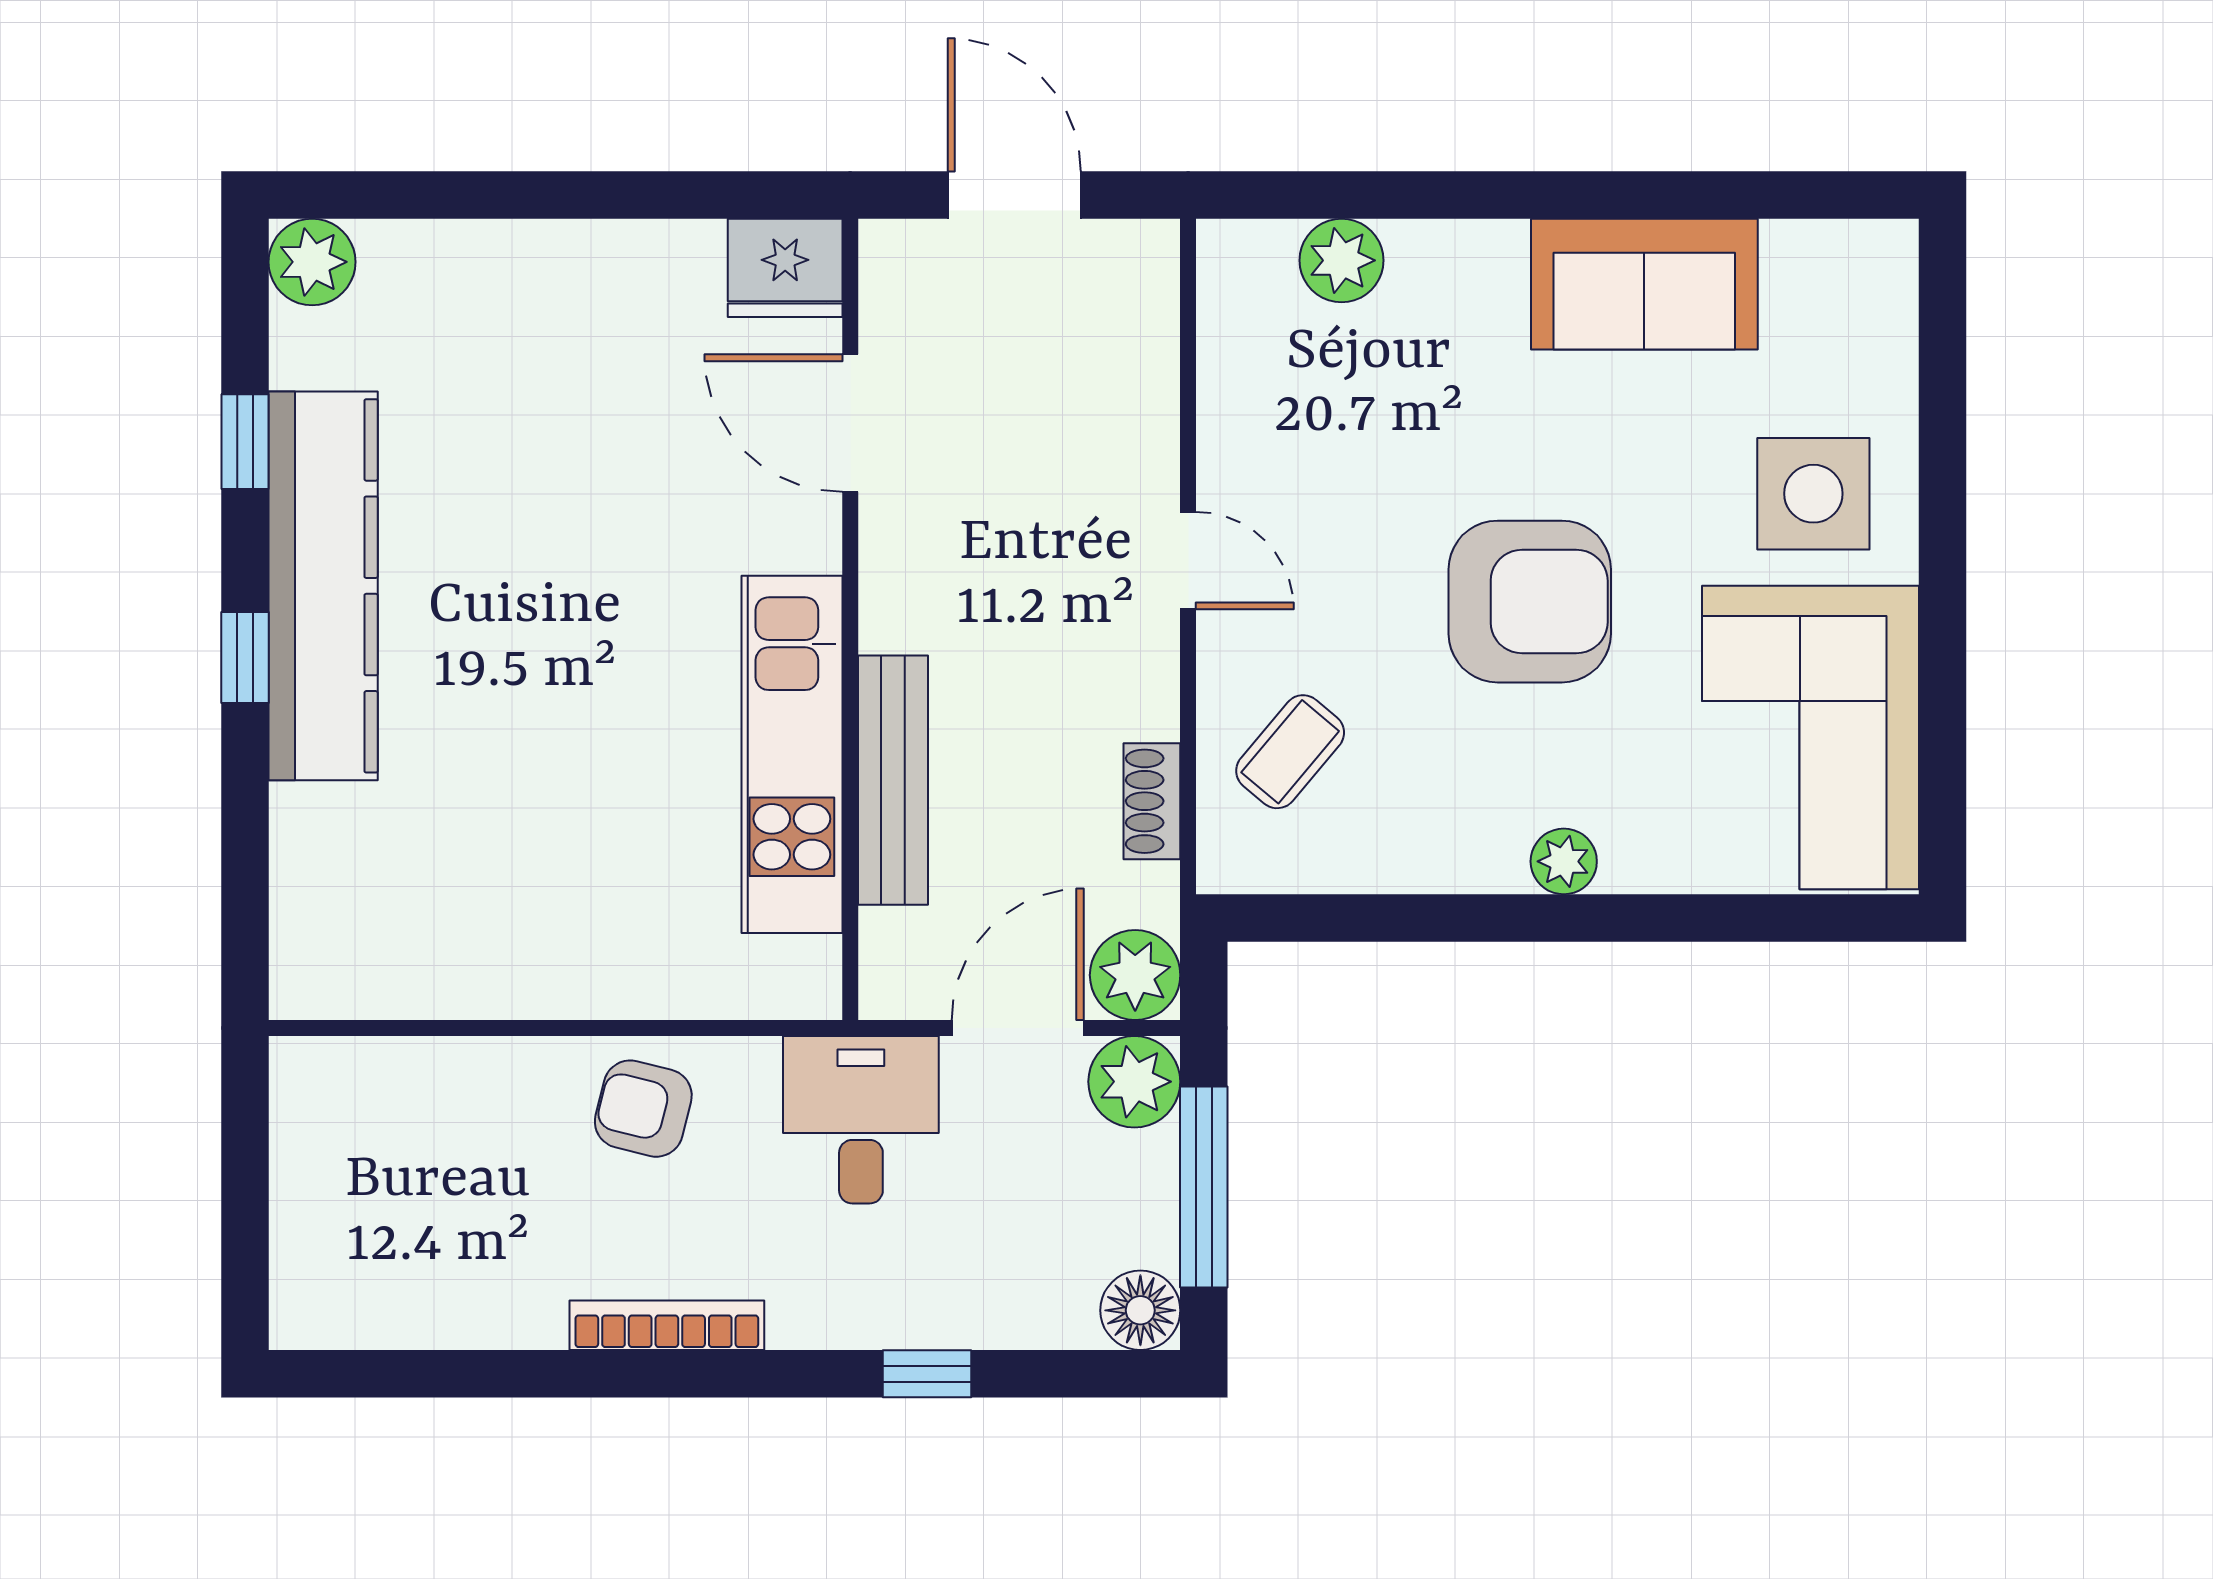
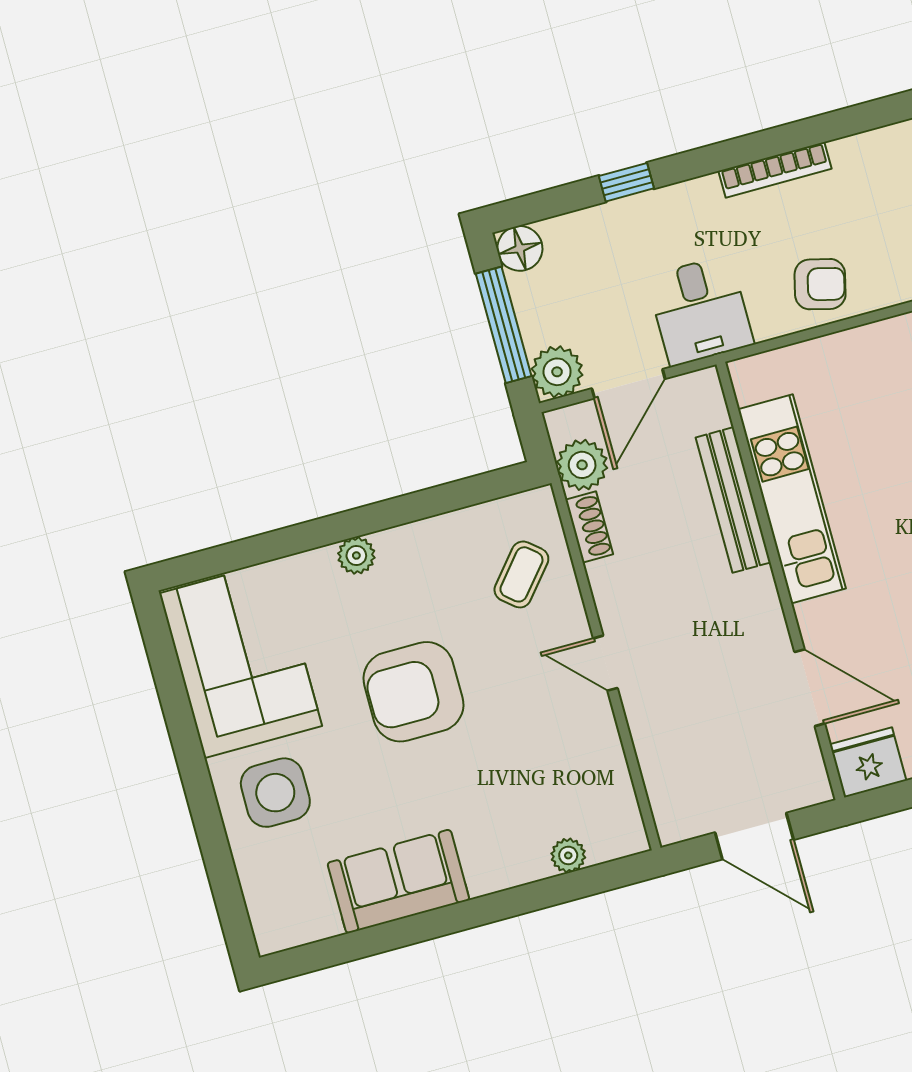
plant: (1342, 260) -> (568, 855), width x0.73, depth x0.73
plant: (1135, 975) -> (582, 465), moved

